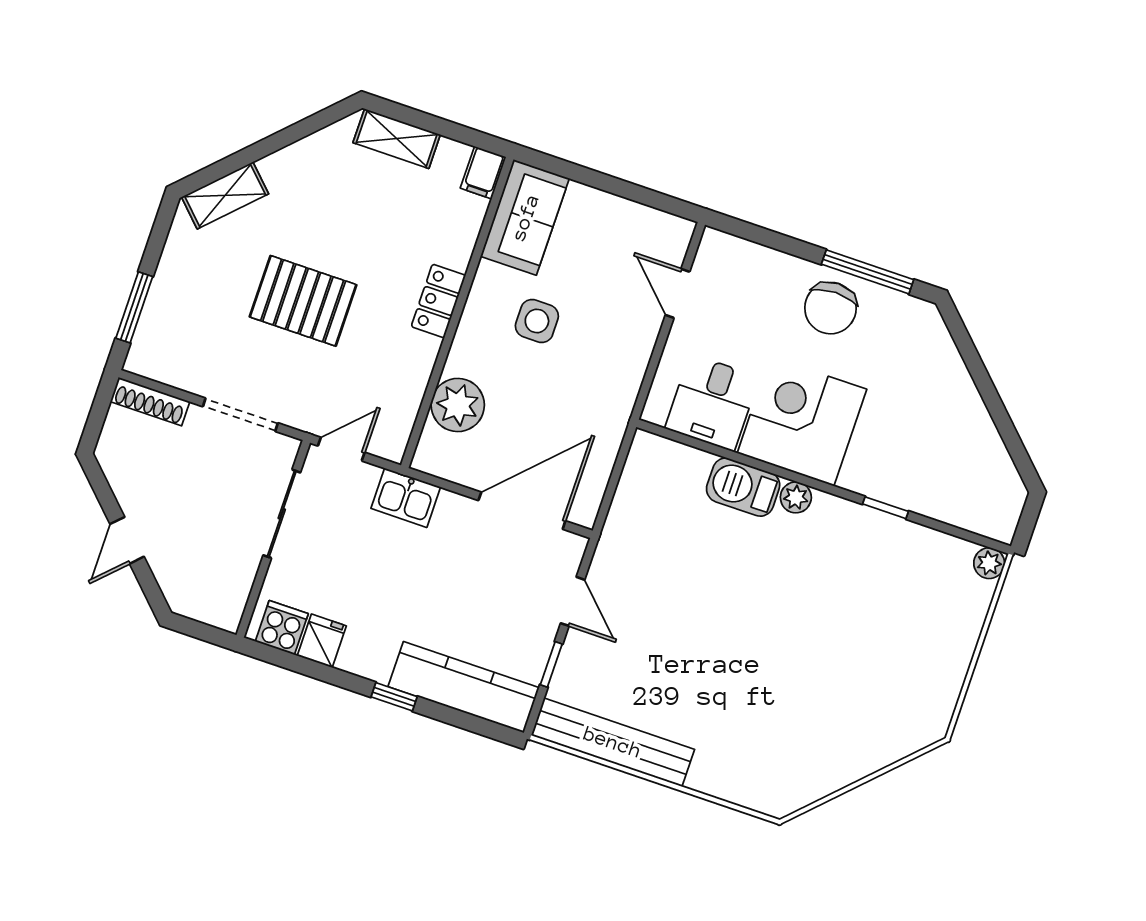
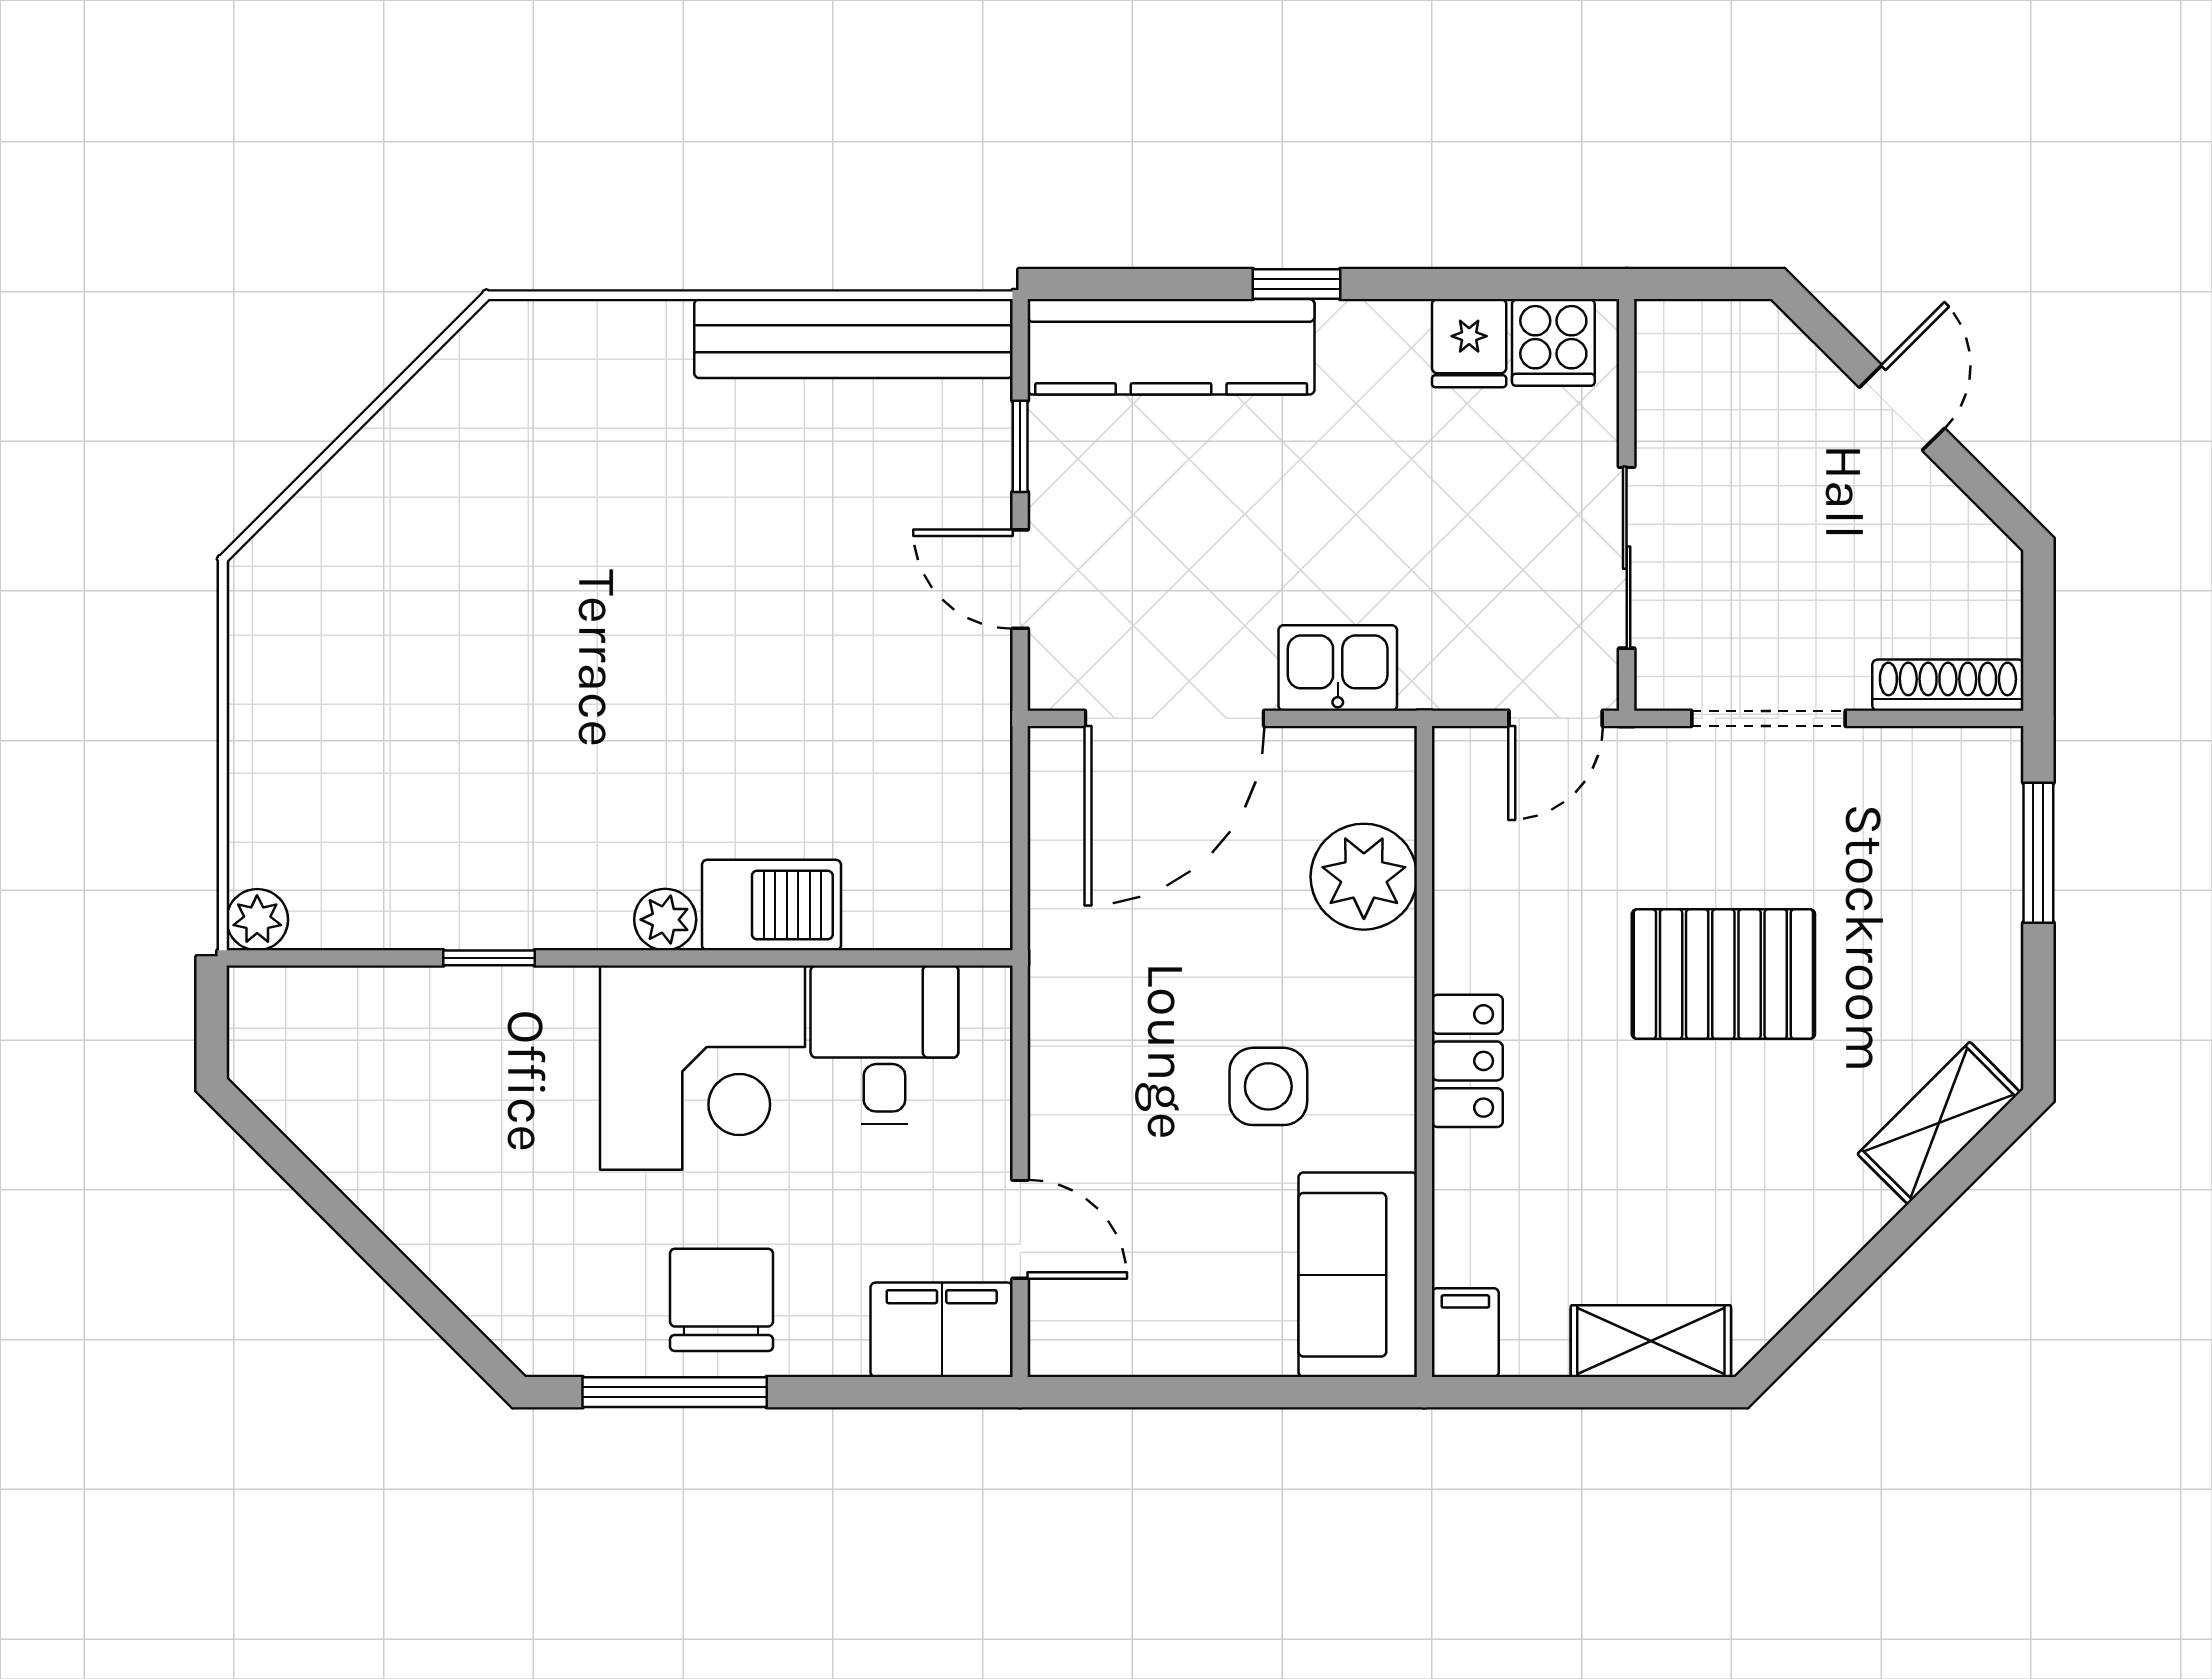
filing cabinet: (731, 258) -> (942, 1330), added
kitchen sink: (406, 498) -> (1338, 668), moved

